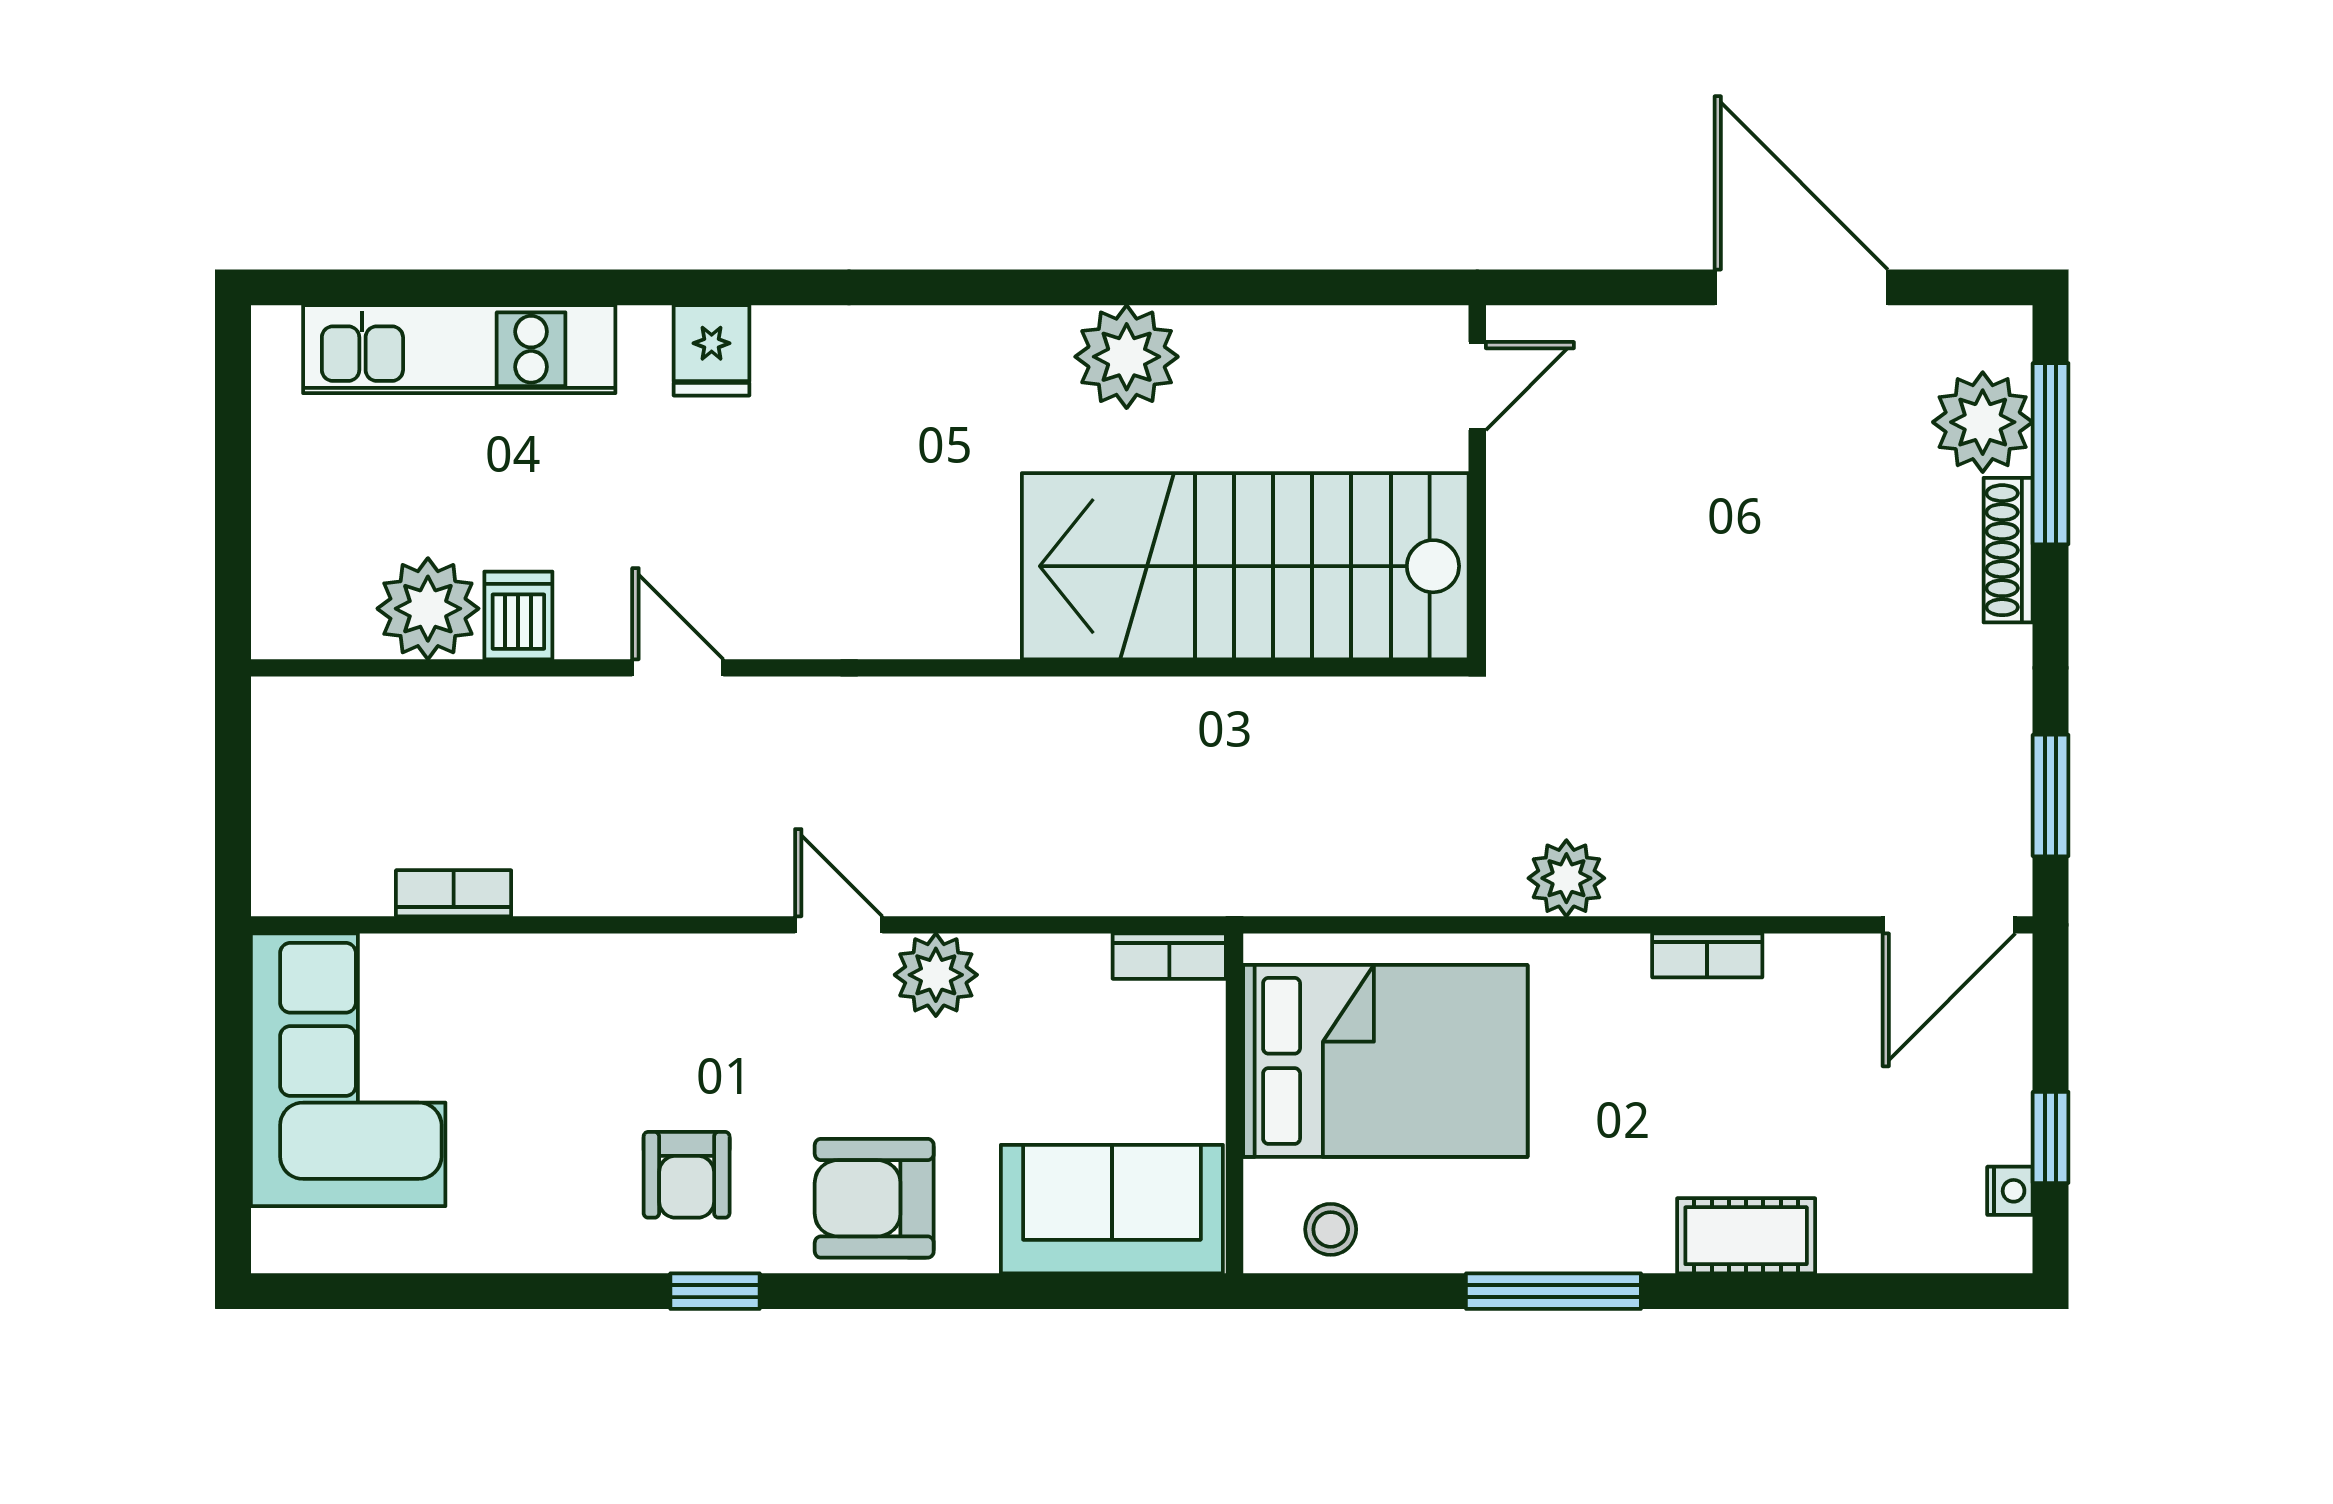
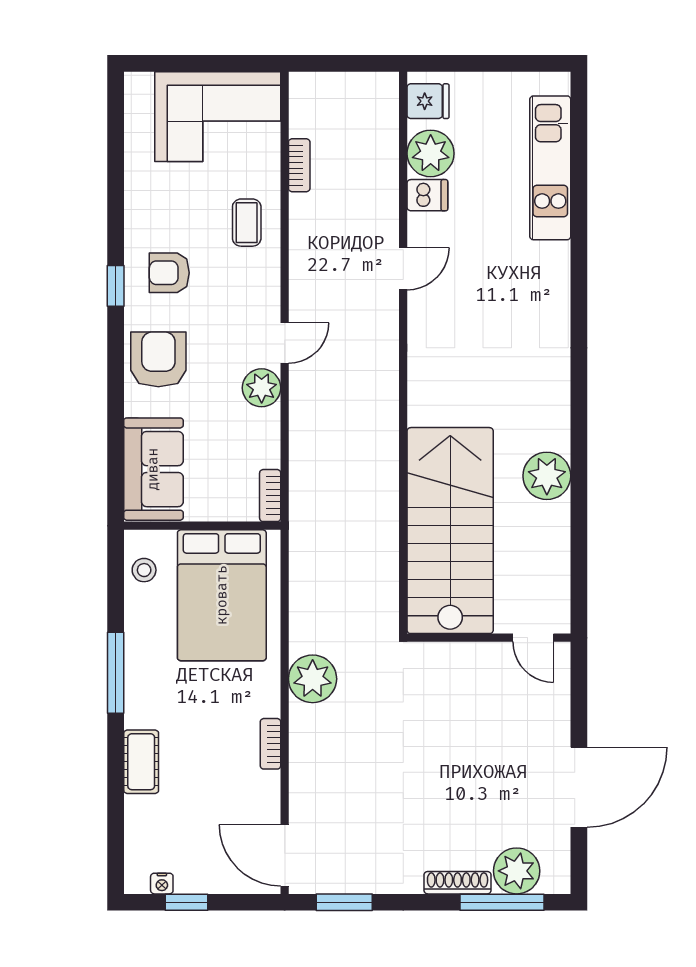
fridge: (712, 350) -> (428, 101), moved, turned 180
plant: (1566, 878) -> (313, 679), width x1.36, depth x1.36
coffee table: (578, 1007) -> (247, 223), added

